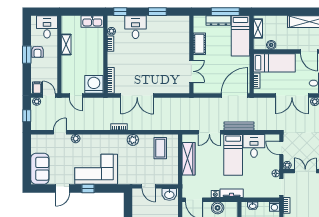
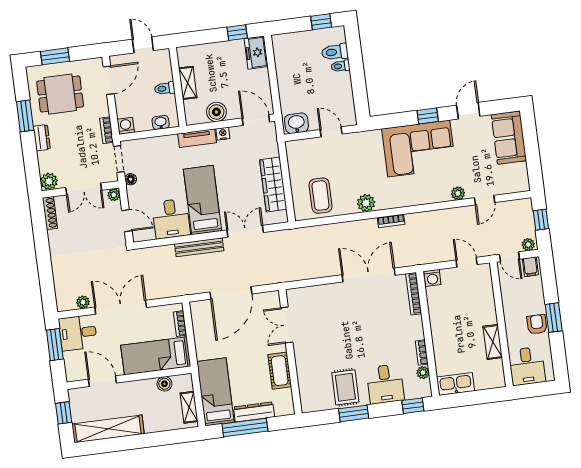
rug: (160, 28) -> (345, 387), added
washing machine: (94, 84) -> (432, 278), width x0.53, depth x0.53
door: (234, 95) -> (231, 293), moved

